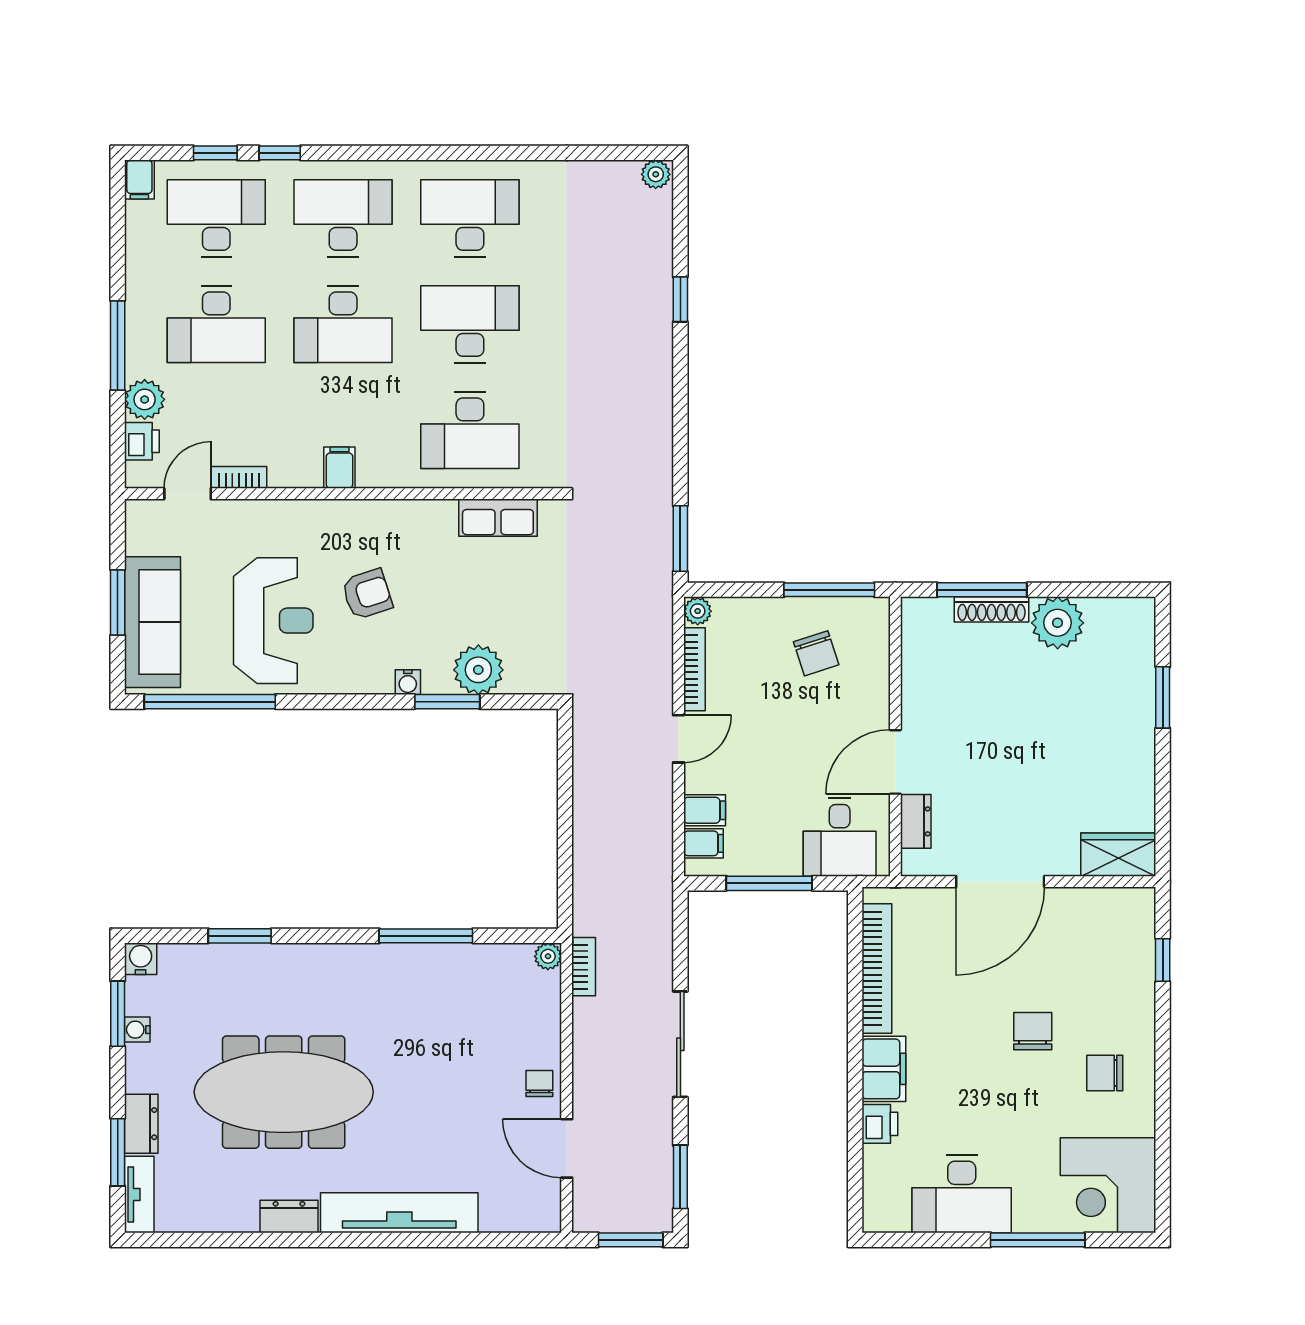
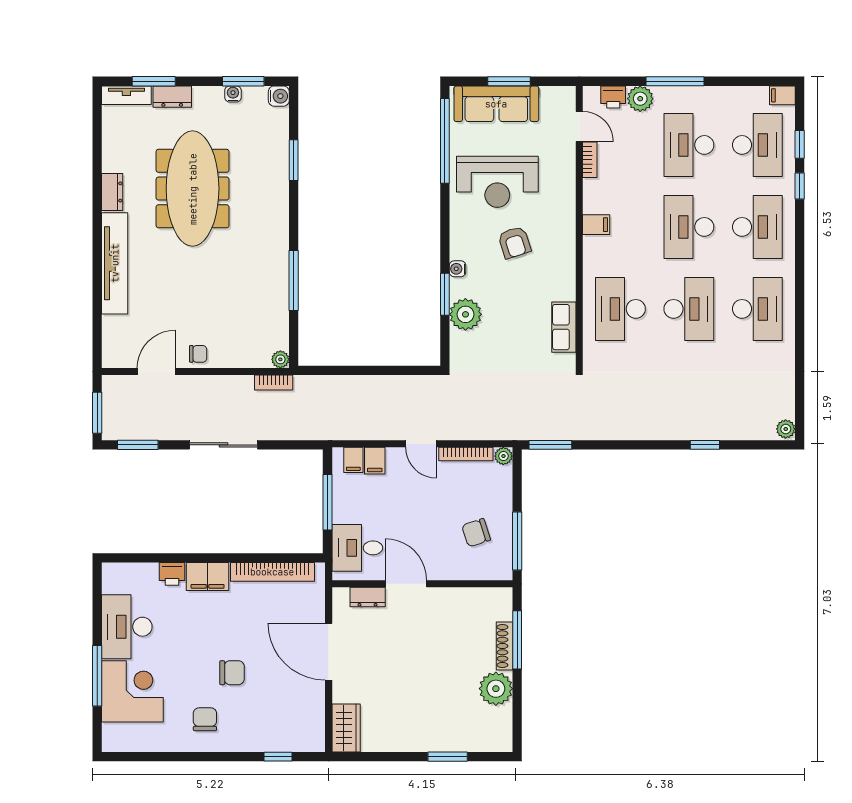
corner desk: (1108, 1185) -> (132, 691), moved, turned 90

